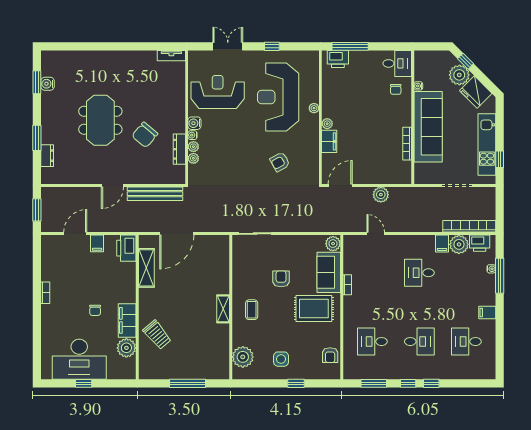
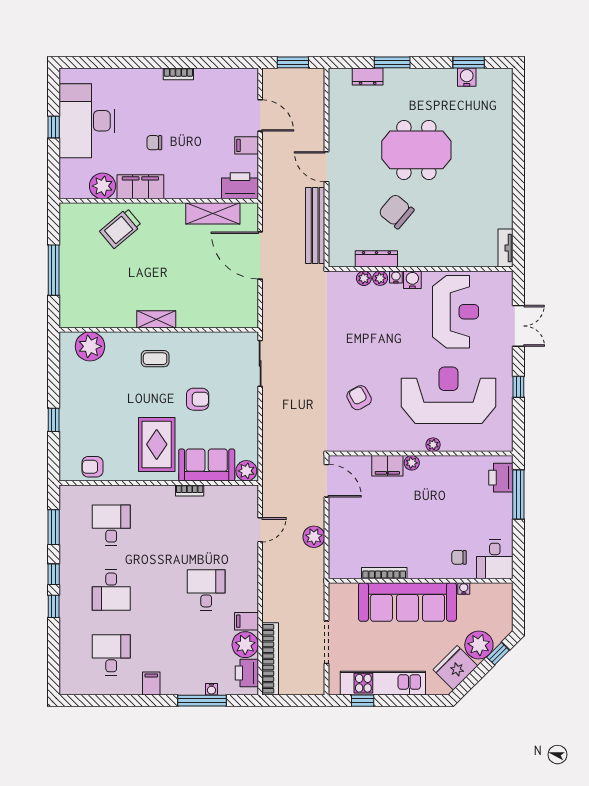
side table: (281, 359) -> (87, 399), removed

